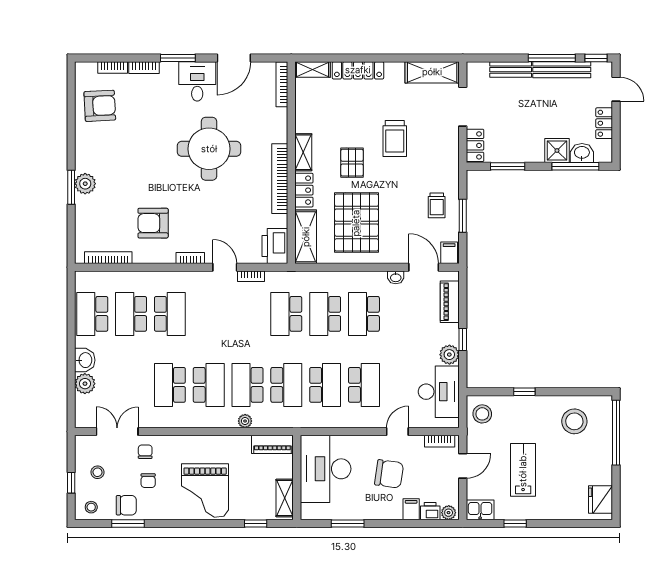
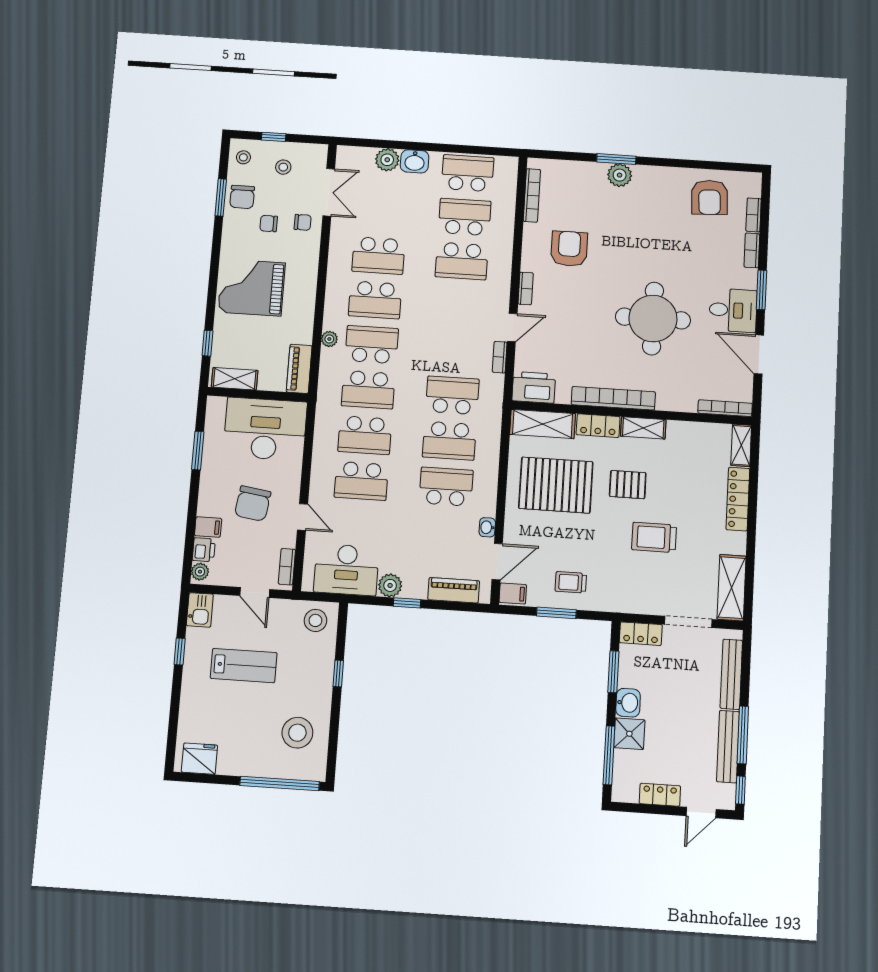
bench: (511, 70) -> (731, 674), width x1.36
washbasin: (582, 153) -> (628, 703), moved
school desk: (325, 314) -> (449, 441), turned 180
school desk: (170, 385) -> (378, 256), turned 180

